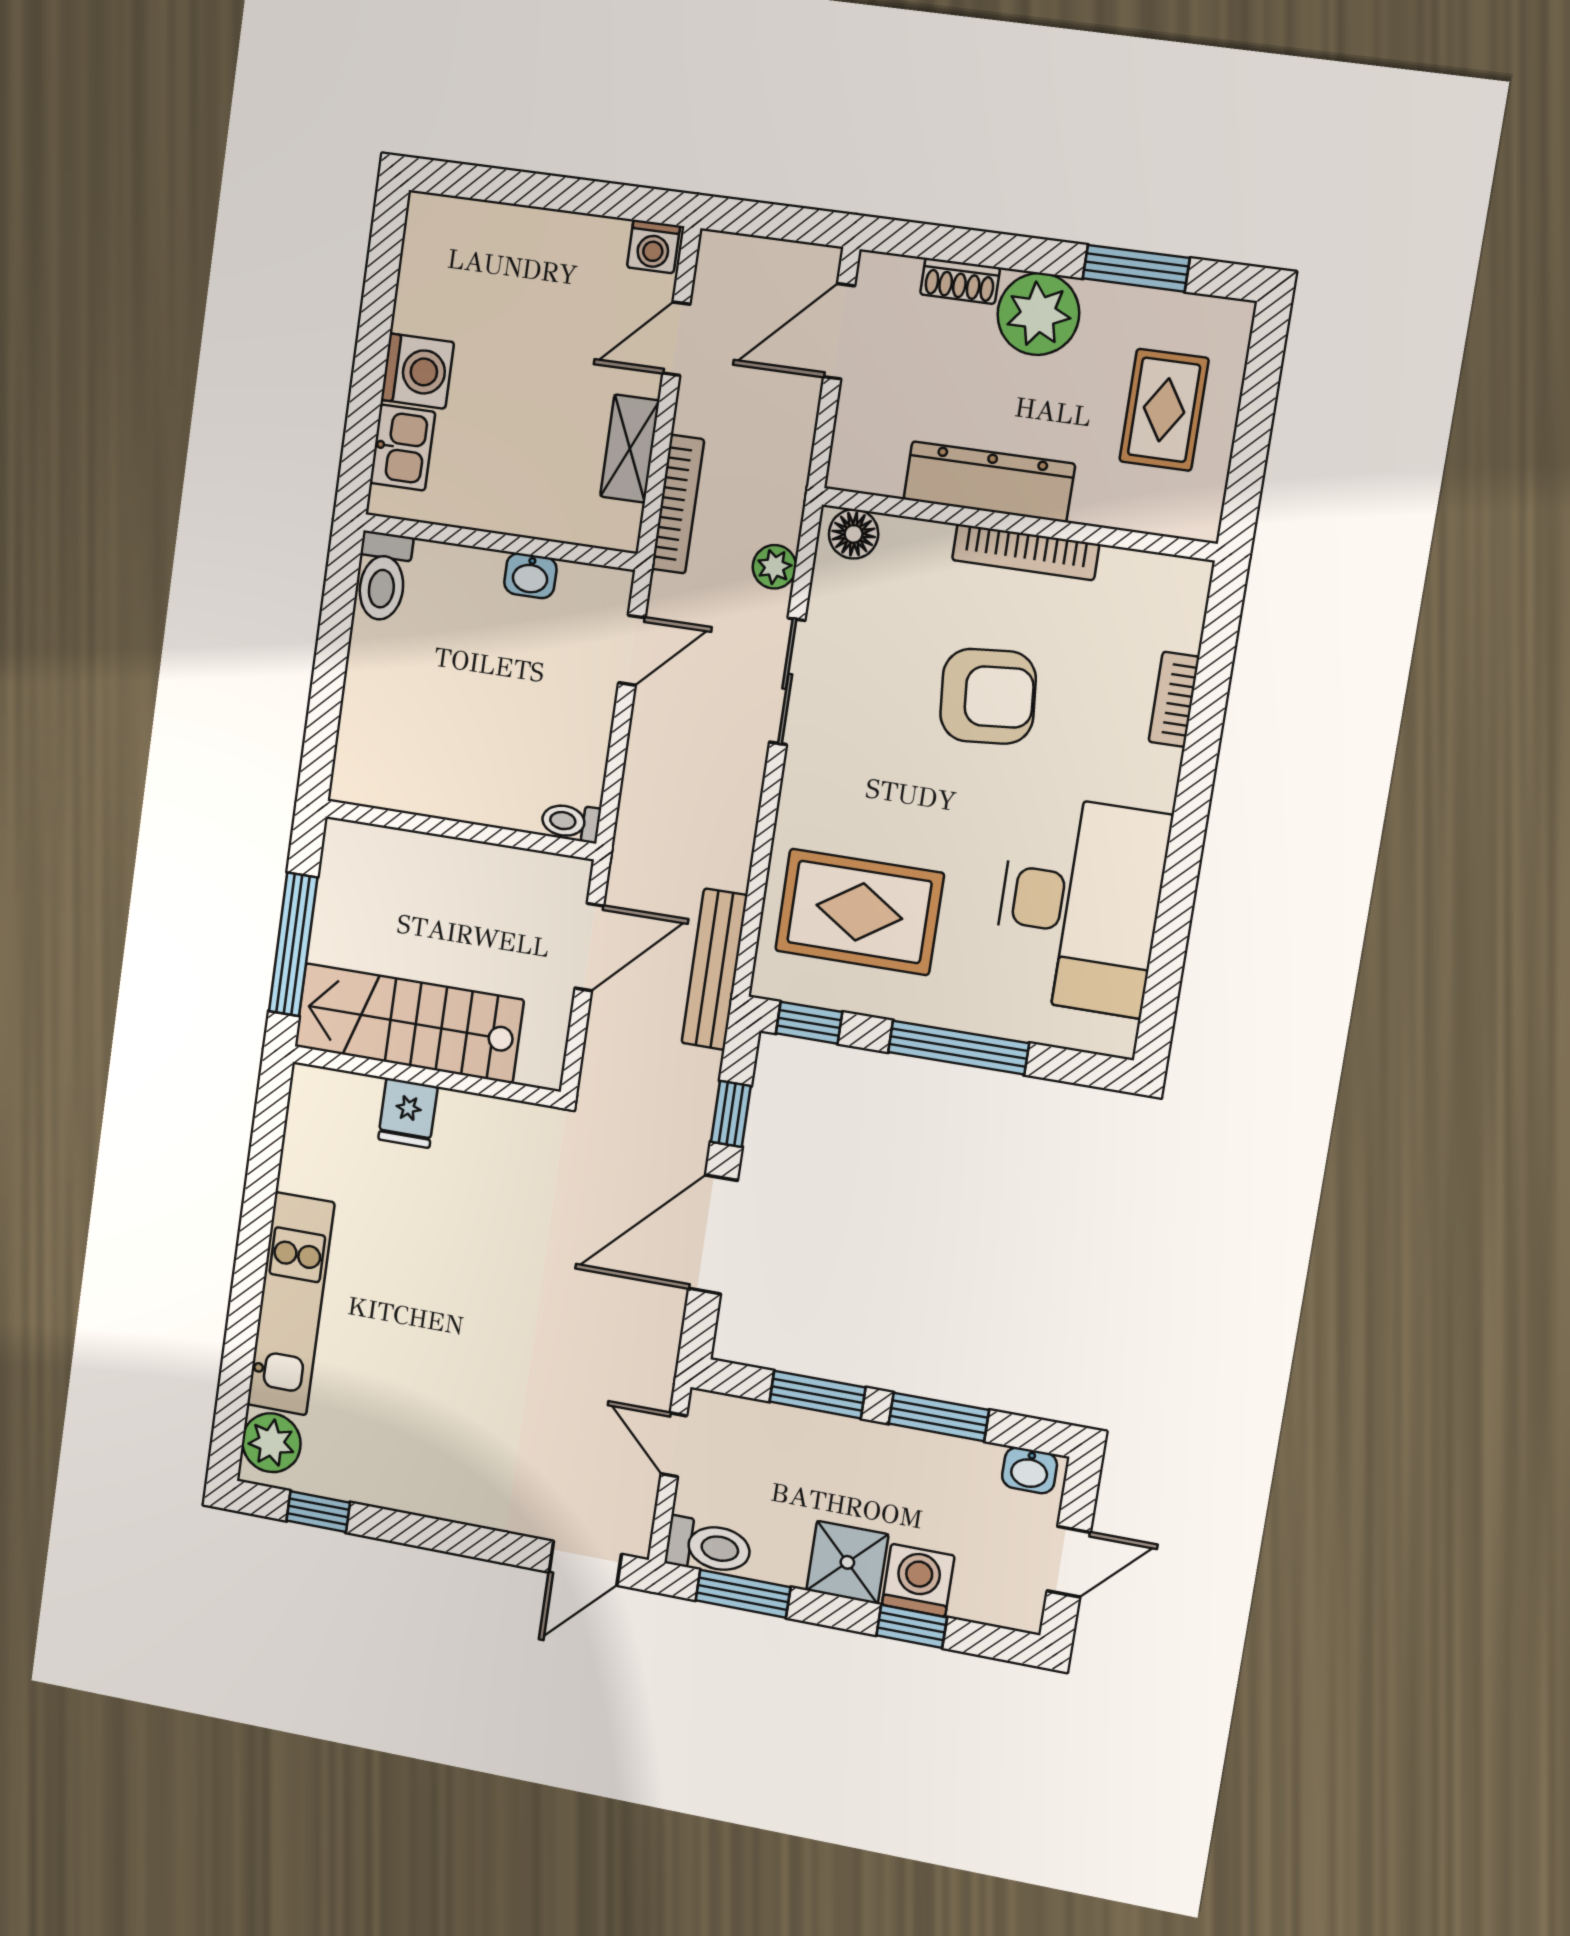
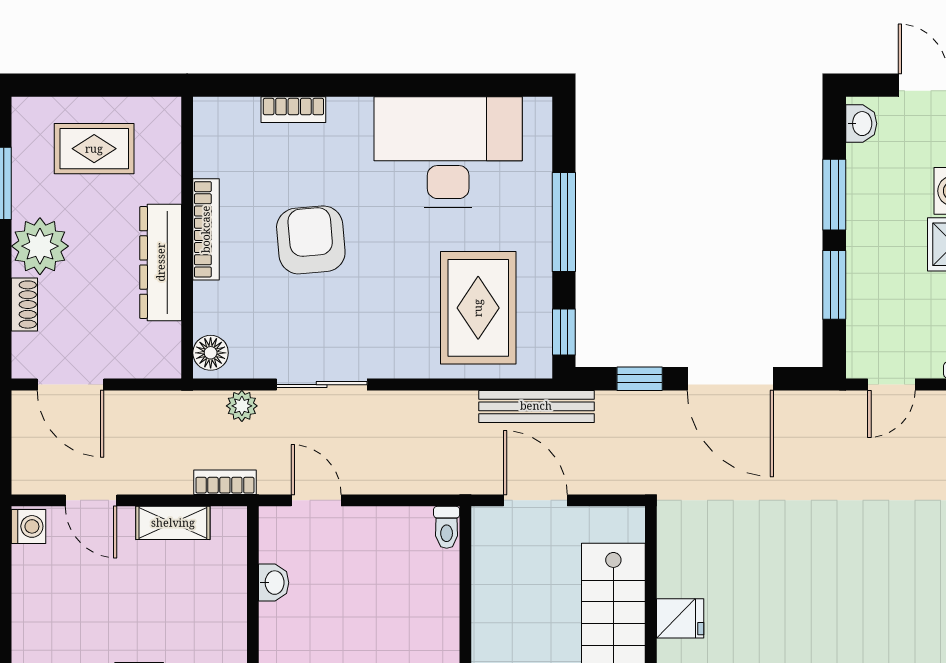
bookcase: (678, 504) -> (225, 482), width x0.64

